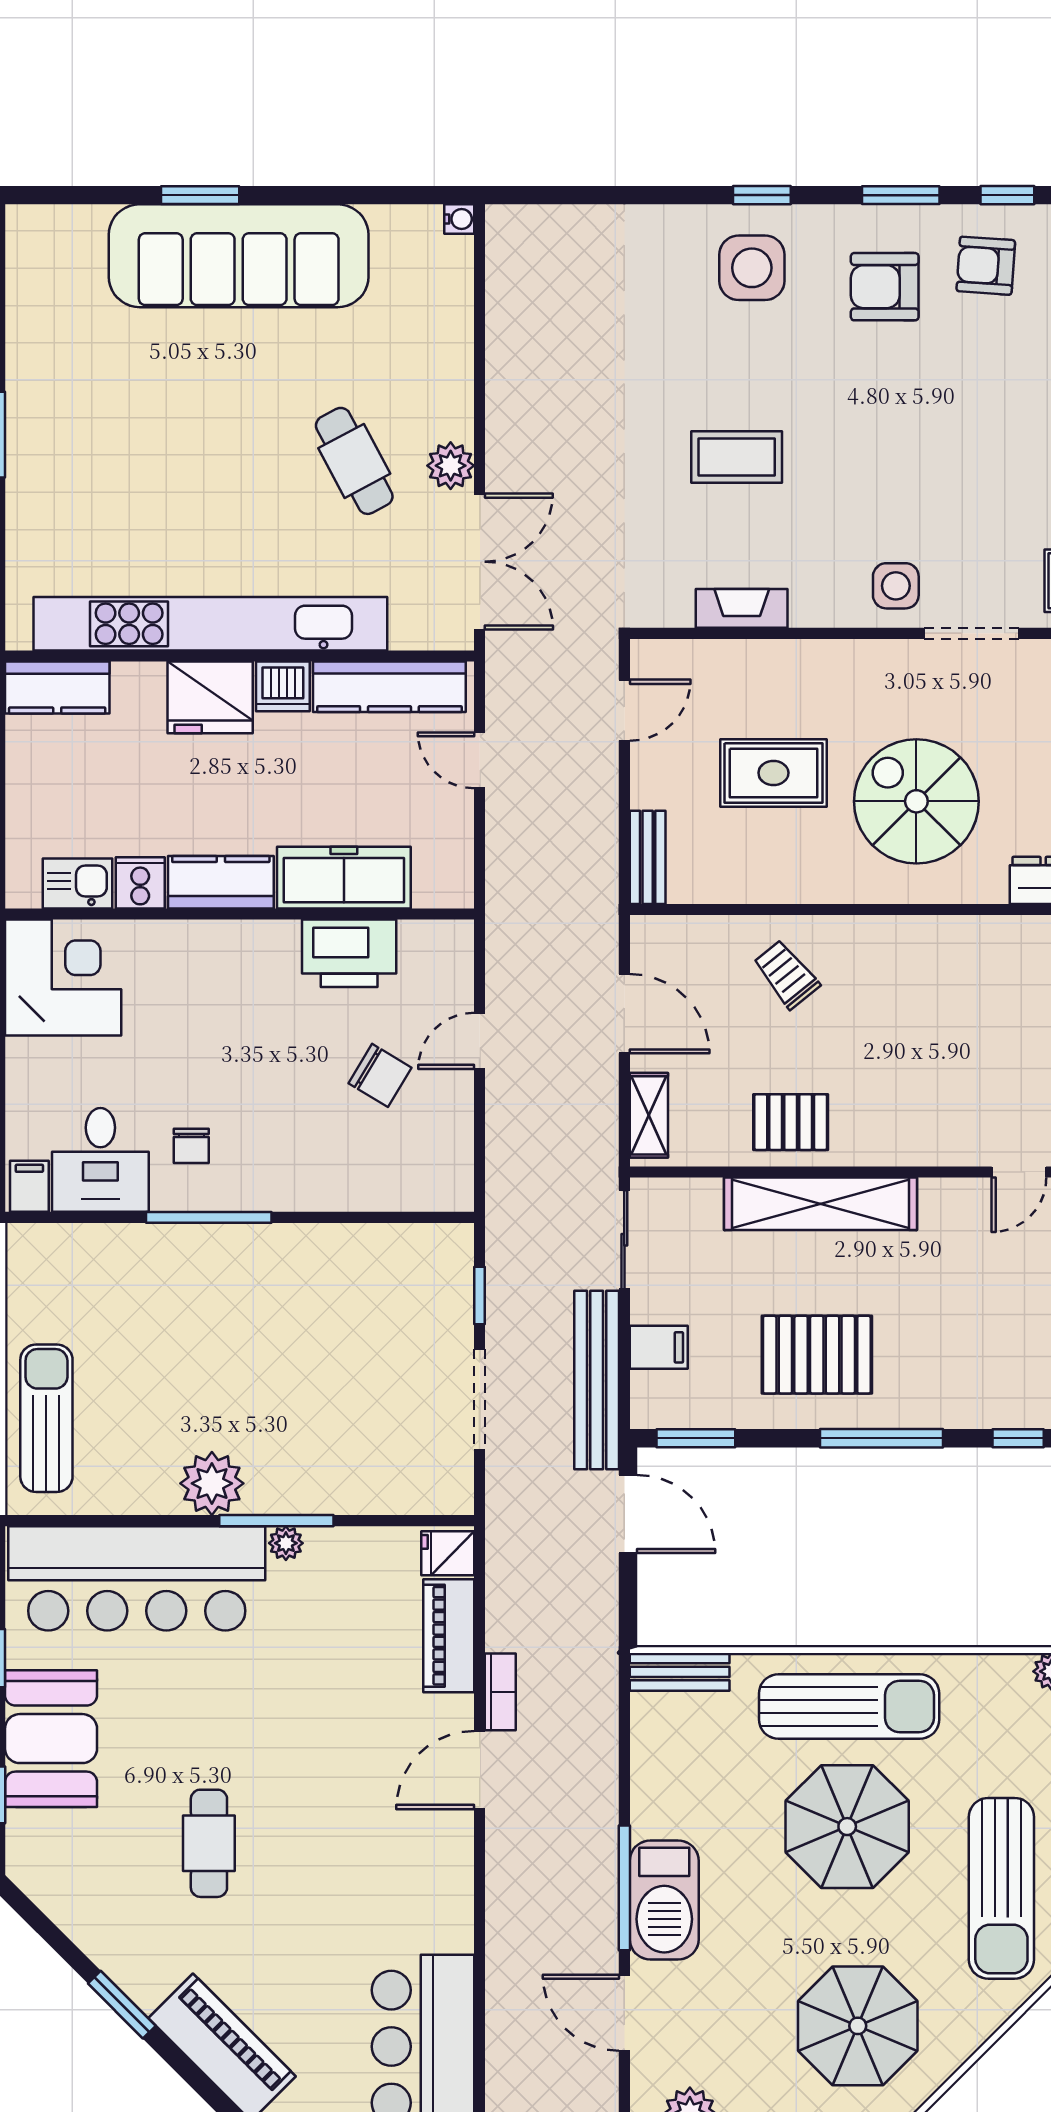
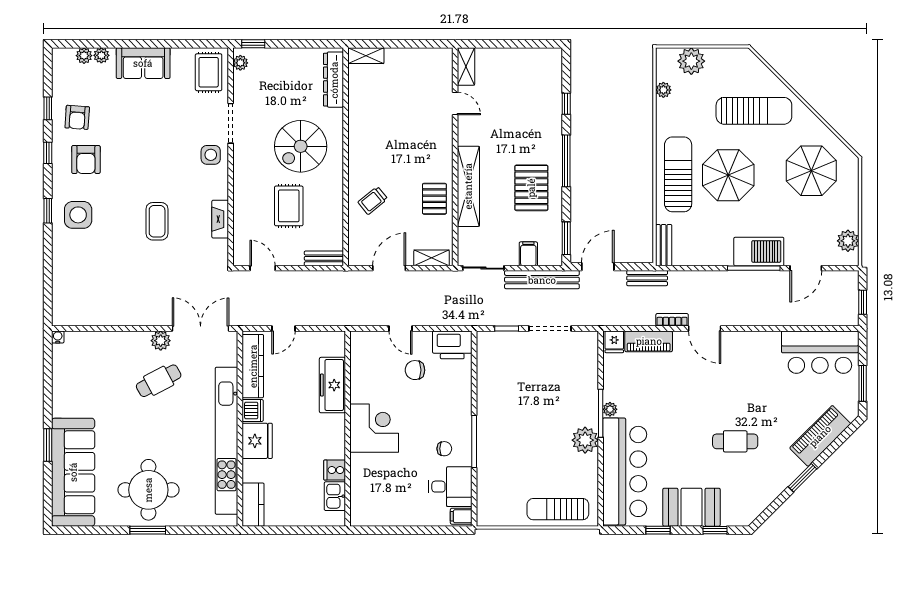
window: (901, 195) -> (48, 153), width x0.67
sofa: (239, 256) -> (73, 472), moved
round table: (93, 437) -> (148, 490), added
kitchen counter: (221, 882) -> (334, 436), removed
printer: (349, 953) -> (452, 345), moved, turned 90
corner desk: (63, 978) -> (374, 428), moved, turned 90
chair: (380, 1075) -> (415, 370), turned -121
bench: (600, 1632) -> (647, 278), added

